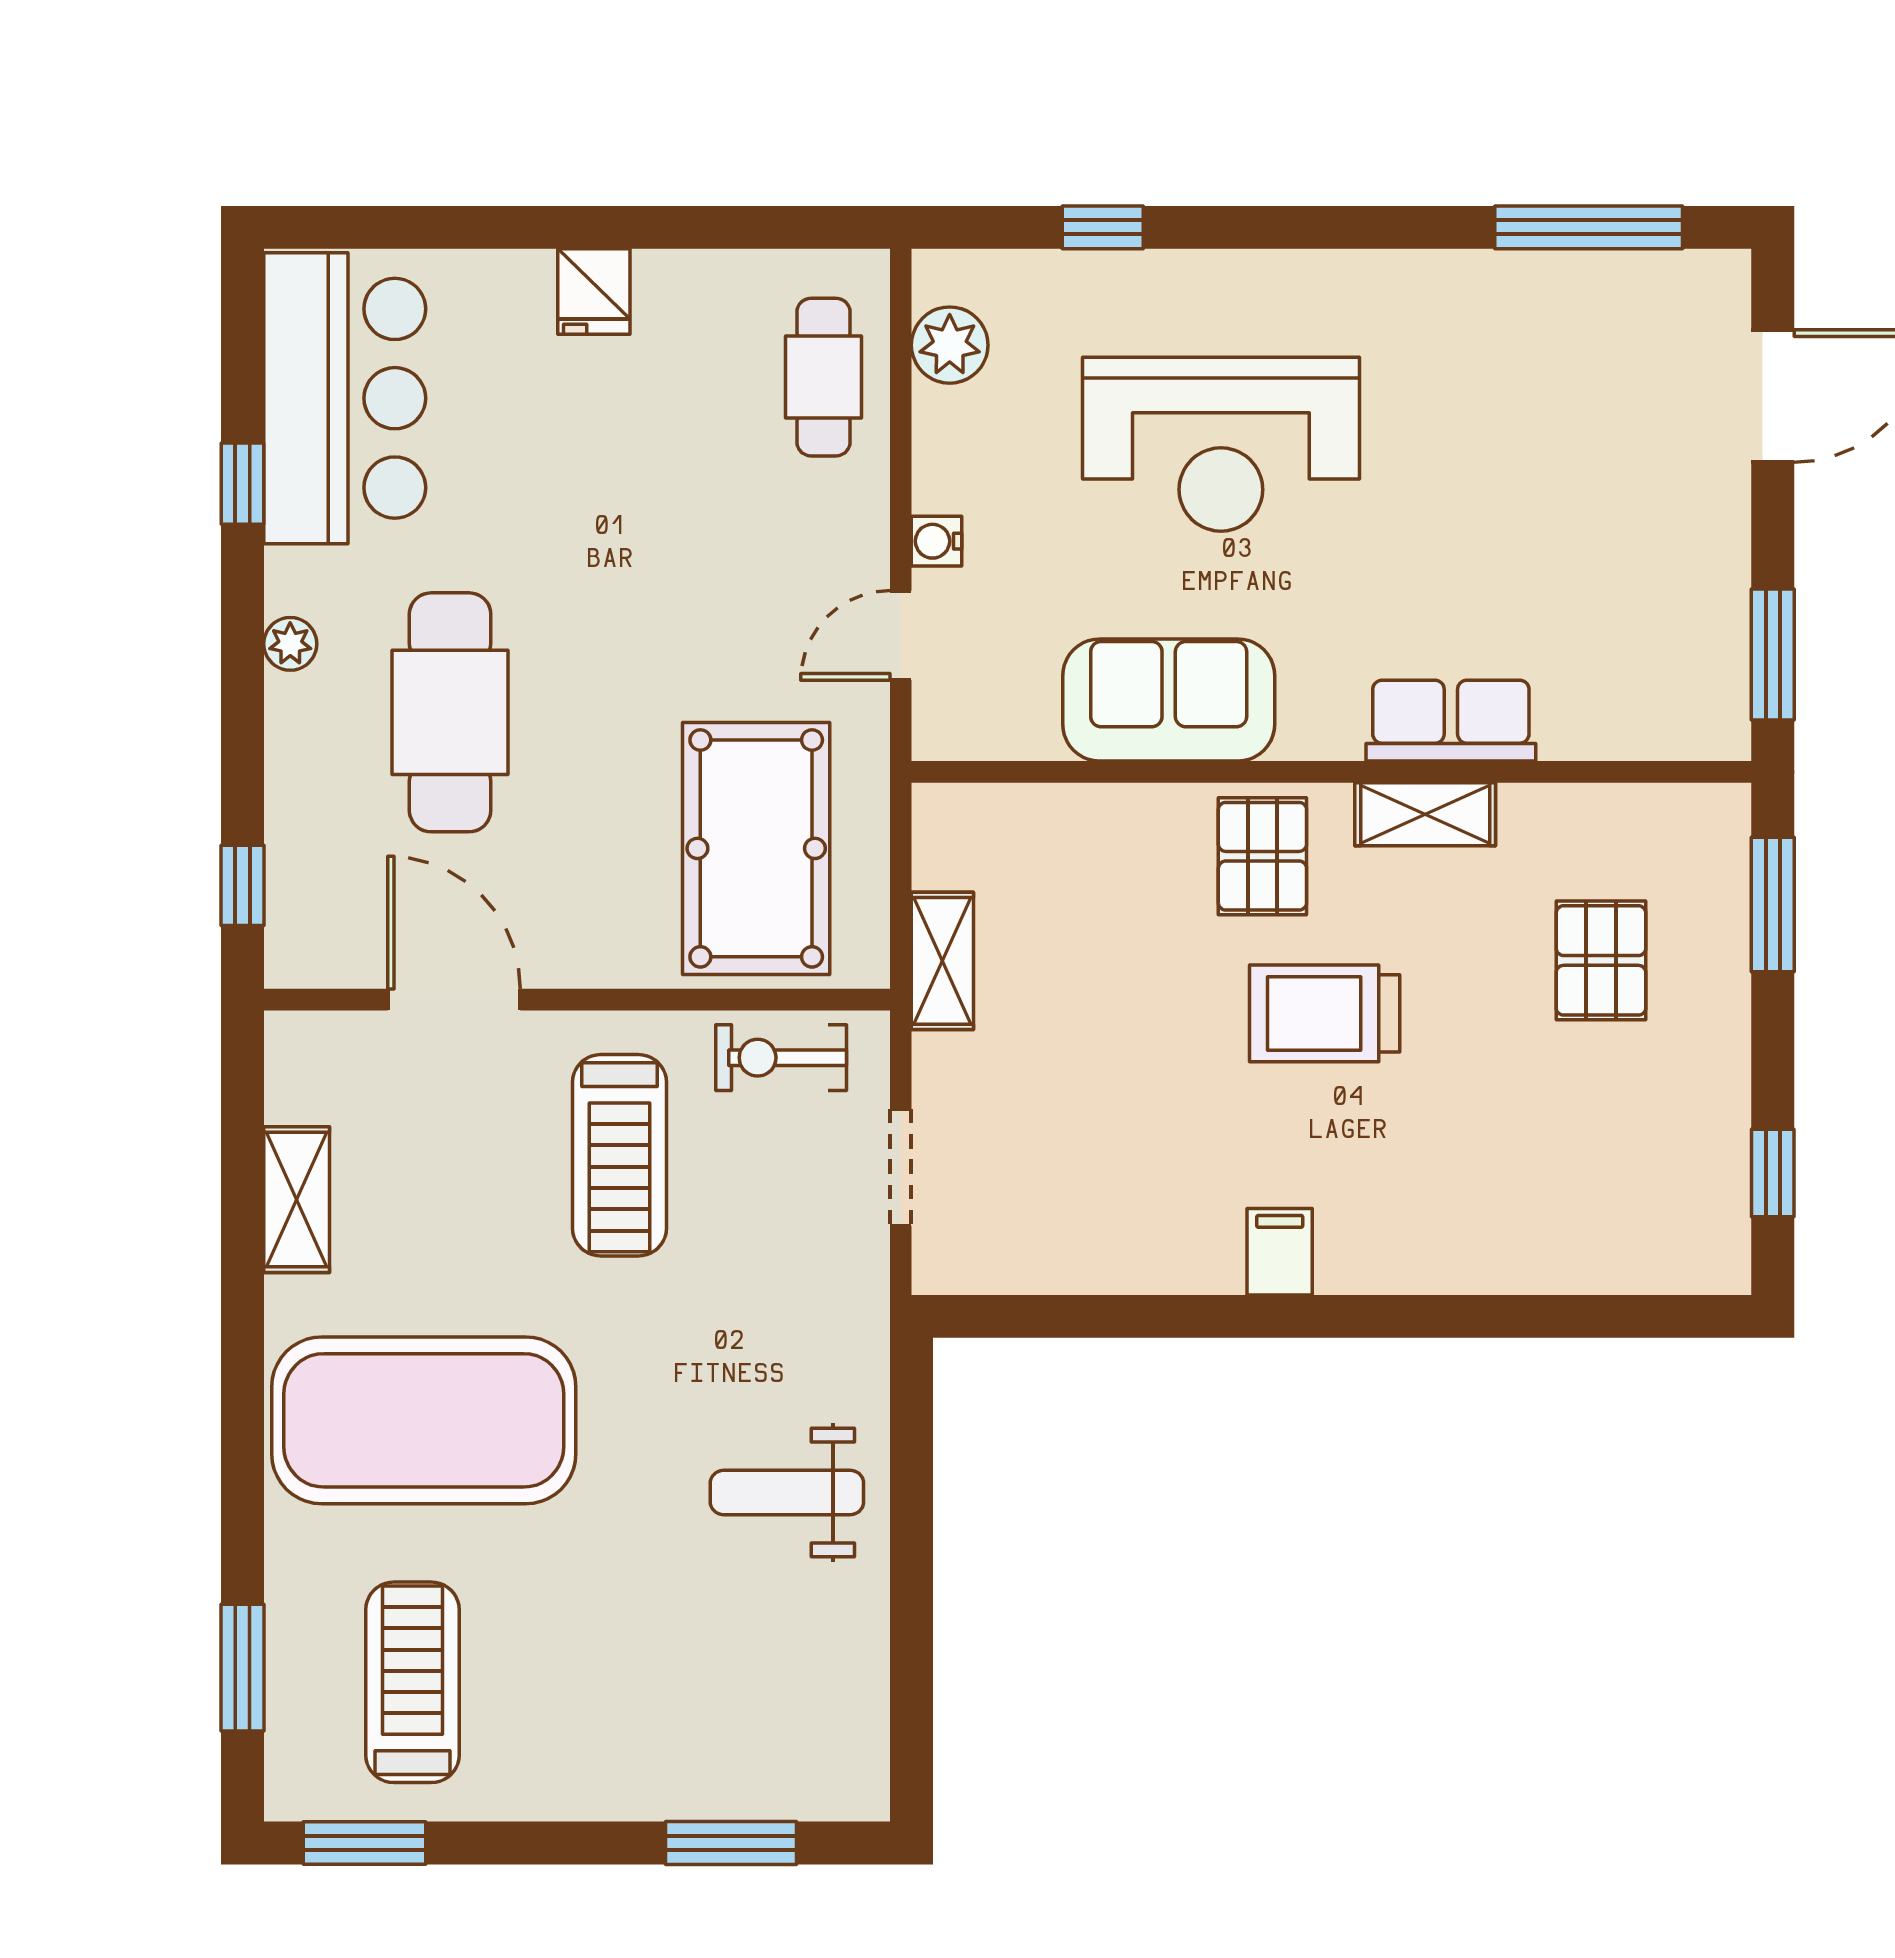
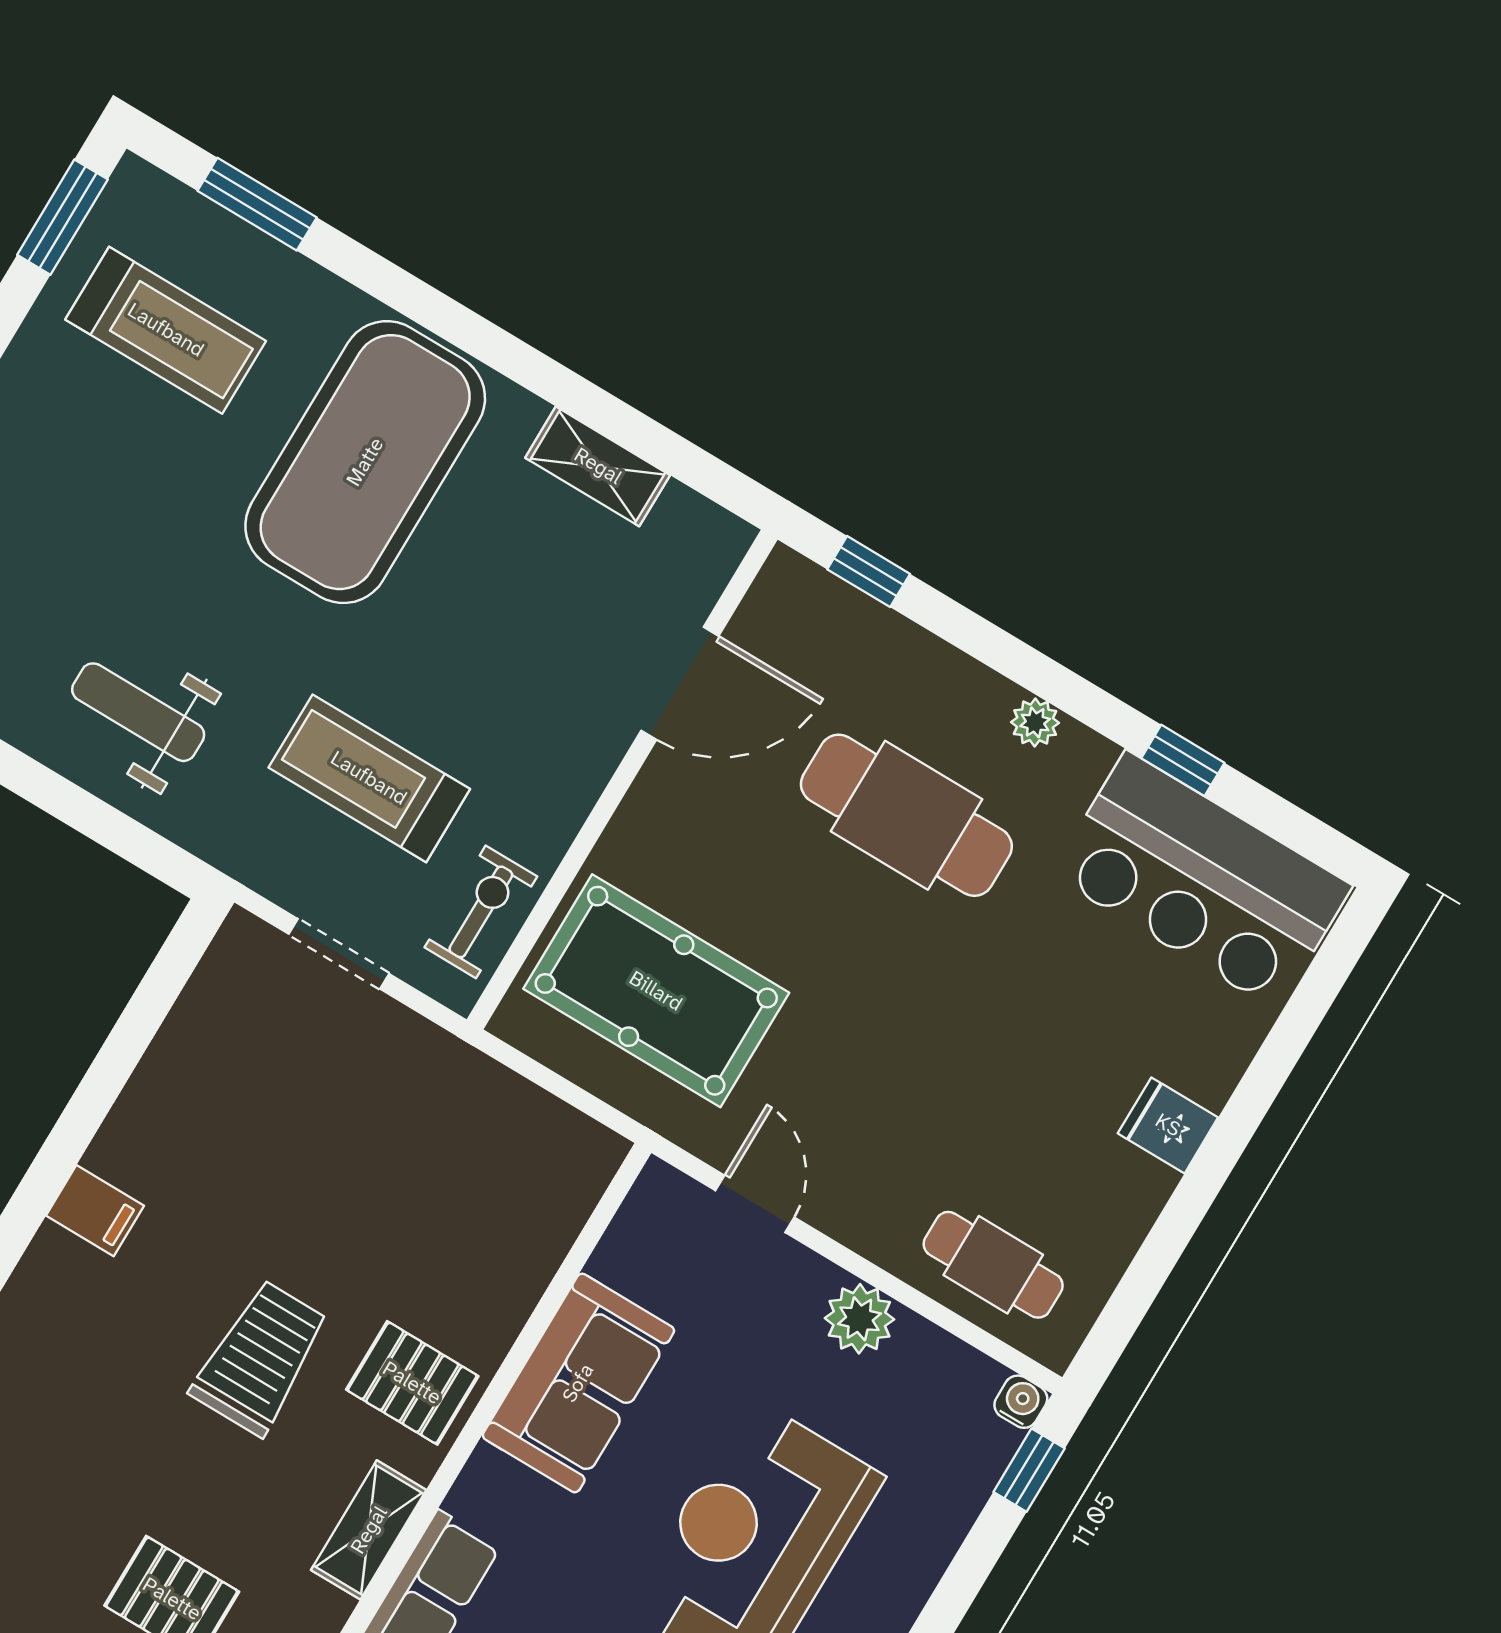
window: (1103, 227) -> (1029, 1470), moved
plant: (950, 345) -> (859, 1319), moved
water cooler: (936, 541) -> (1021, 1402), moved
shelving: (942, 961) -> (481, 1084), removed
treadmill: (619, 1155) -> (369, 778), moved
weight bench: (787, 1492) -> (138, 712), turned -90

